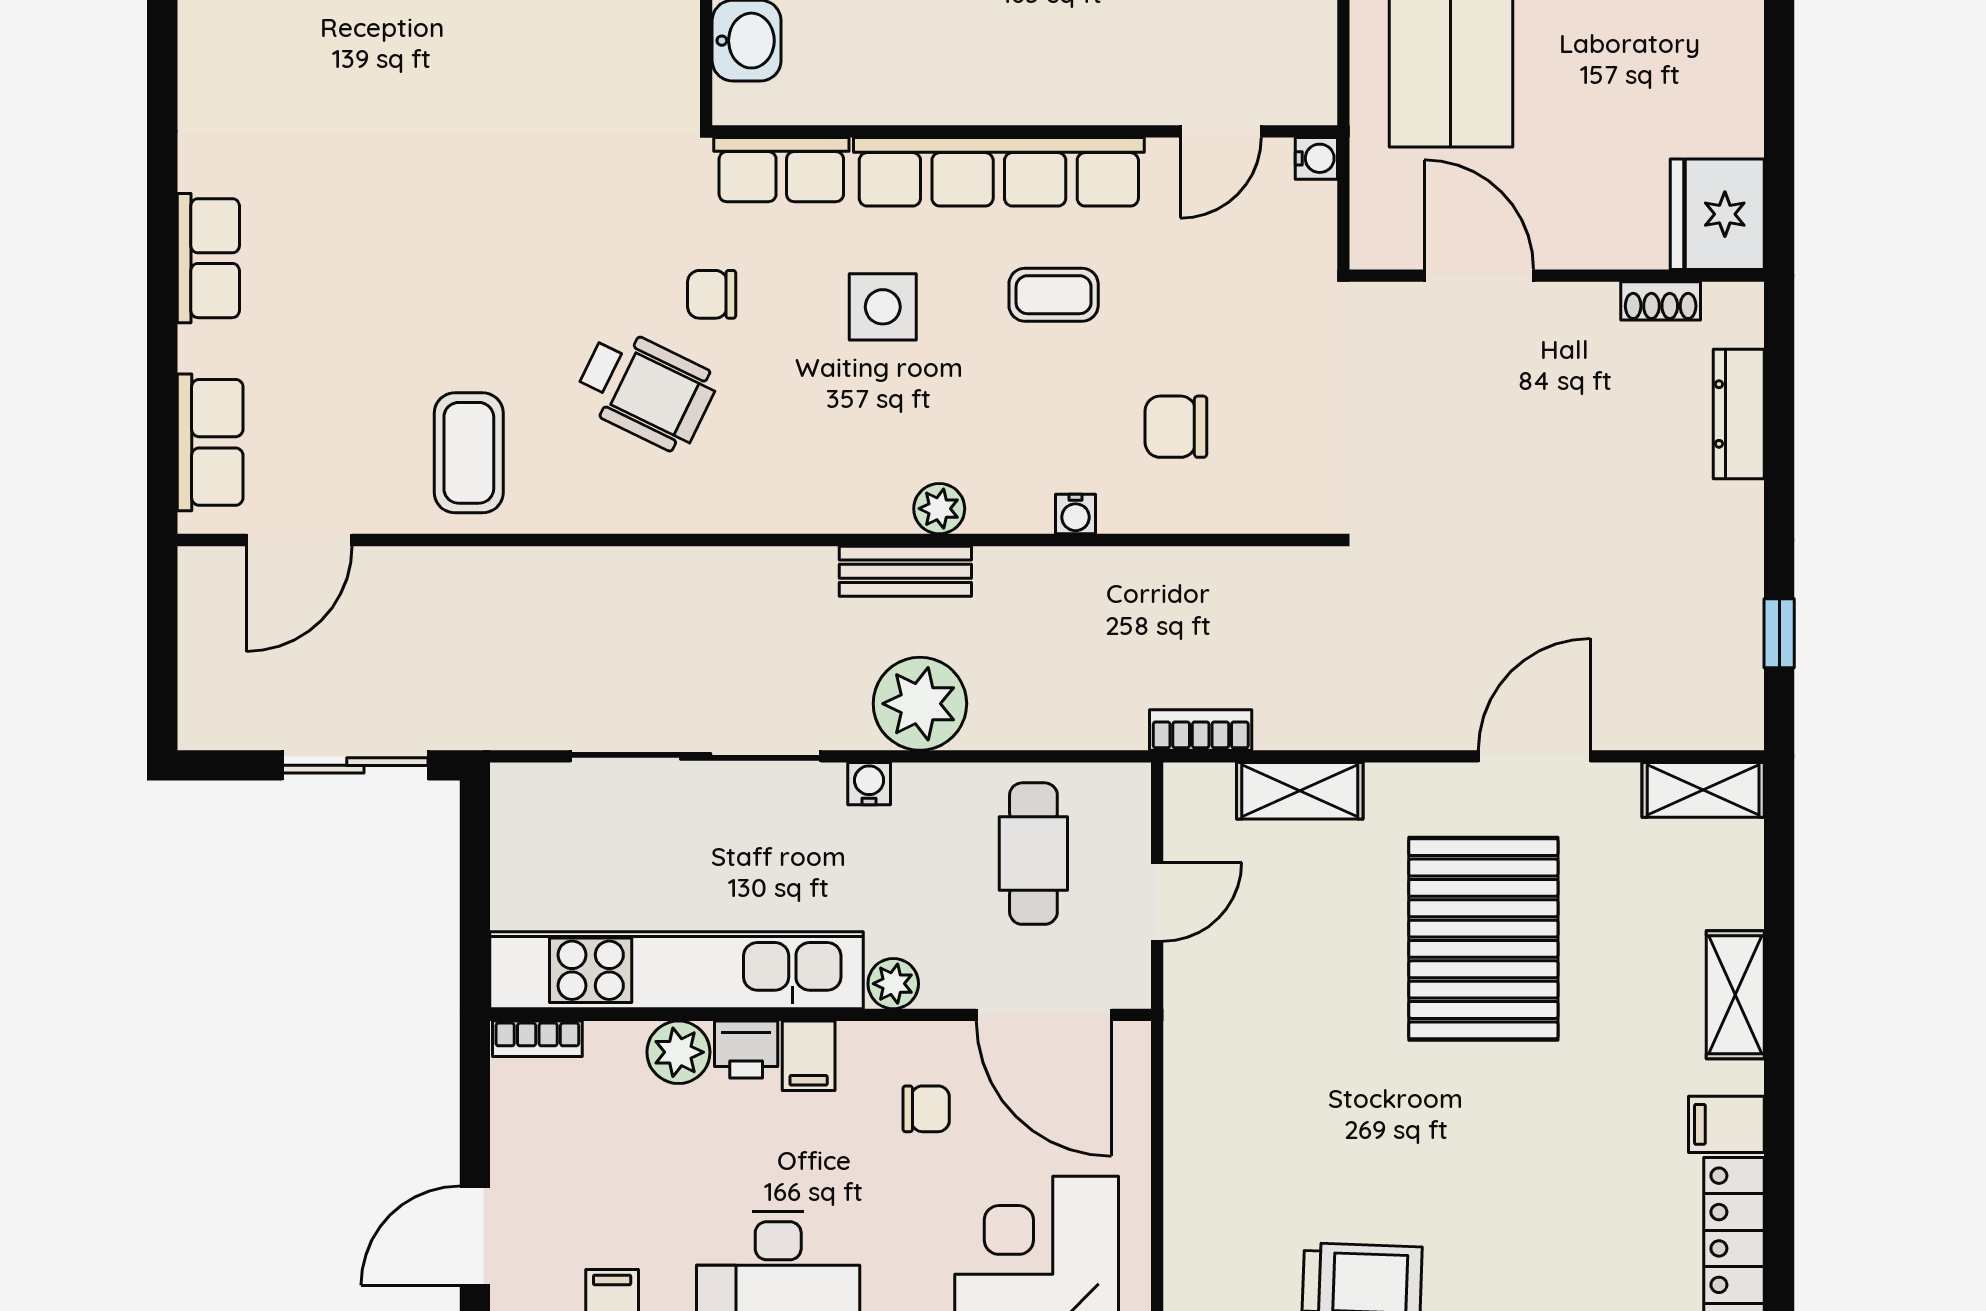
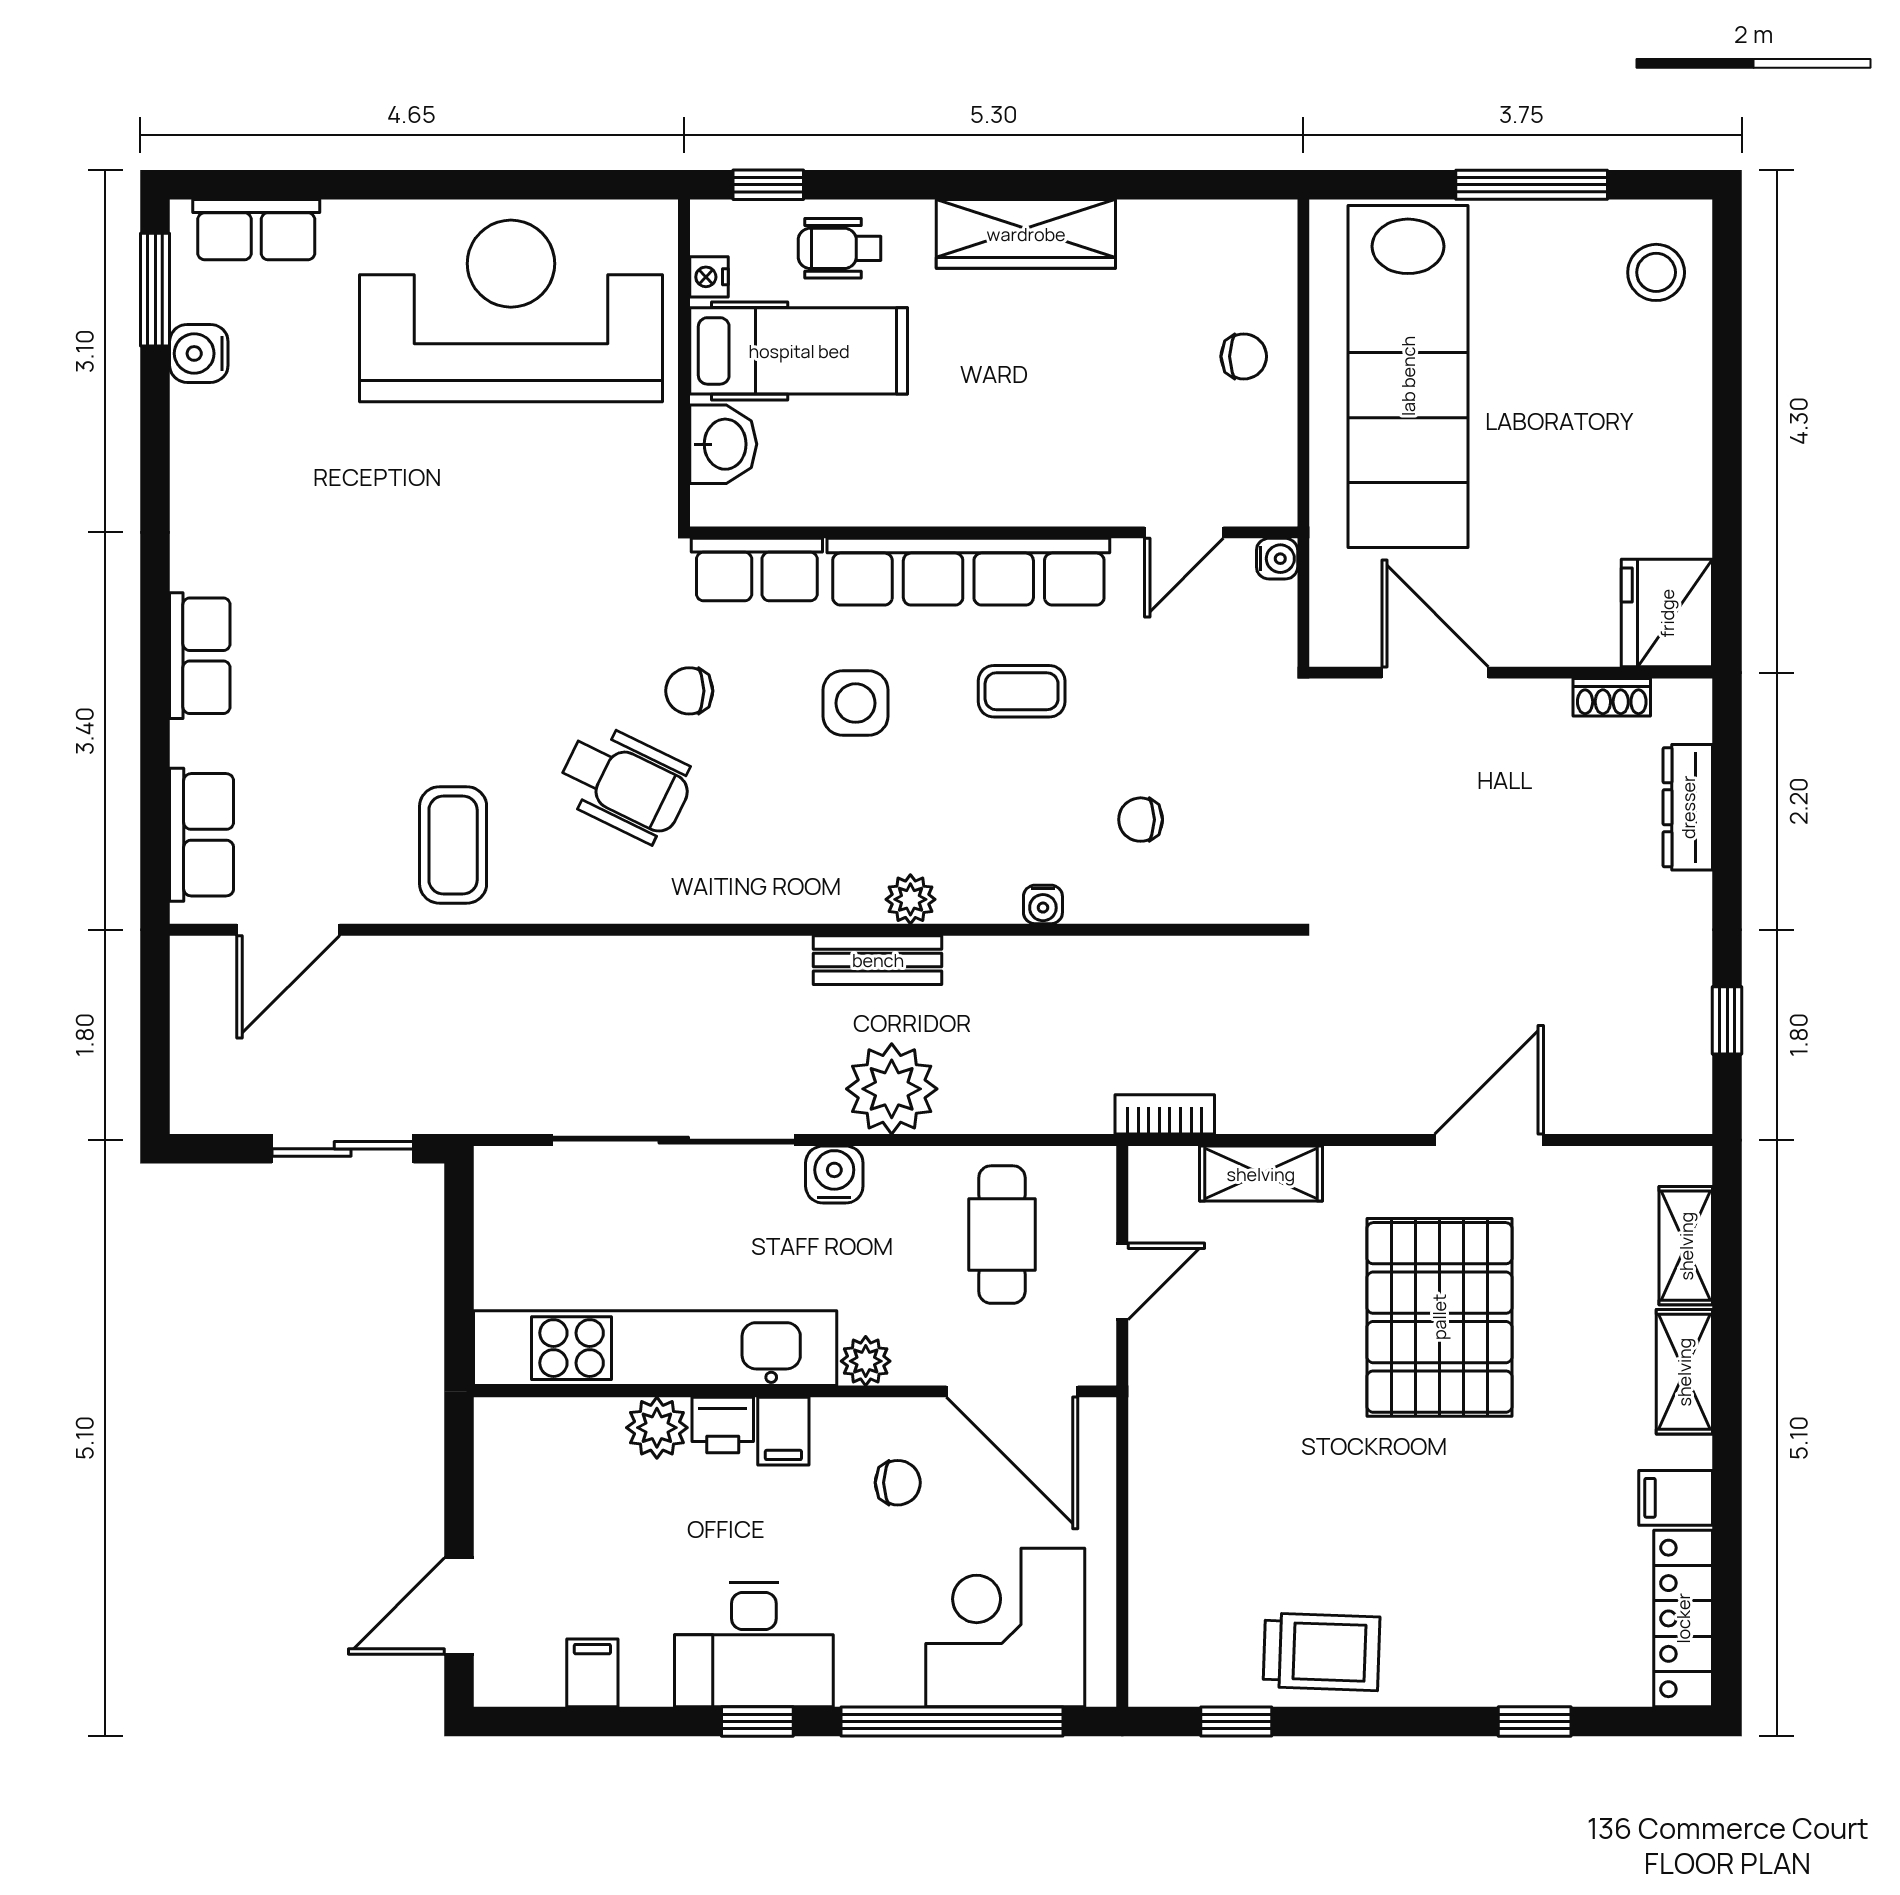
chair: (1176, 427) -> (1141, 820), width x0.73, depth x0.73
water cooler: (869, 784) -> (834, 1175), width x1.38, depth x1.38
shelving: (1703, 790) -> (1686, 1246), moved, turned 90
bookcase: (537, 1039) -> (520, 1415), removed

